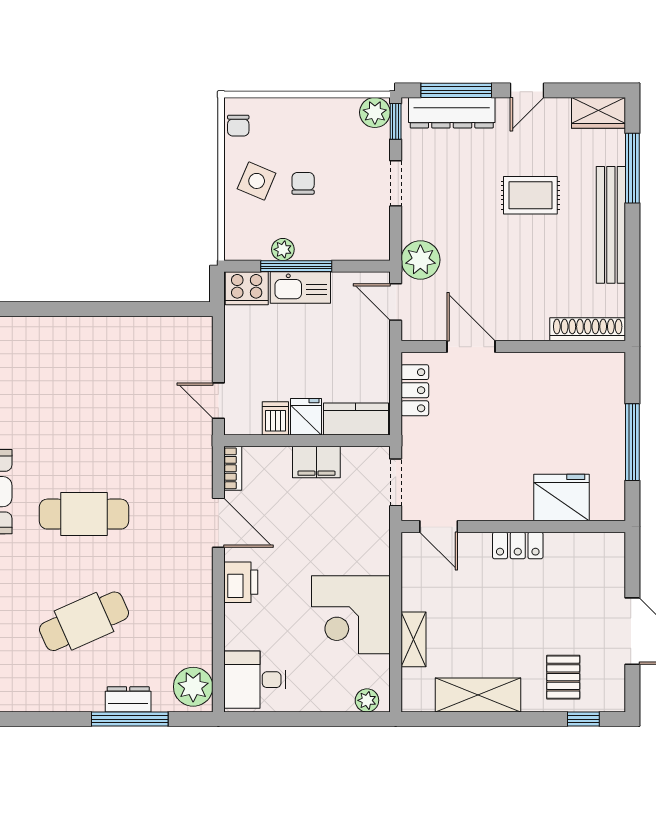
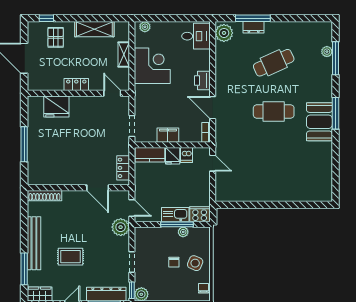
fridge: (561, 498) -> (56, 106), moved
door: (439, 527) -> (112, 93), moved
wall: (513, 527) -> (78, 93), moved
locker: (518, 545) -> (76, 85), moved

